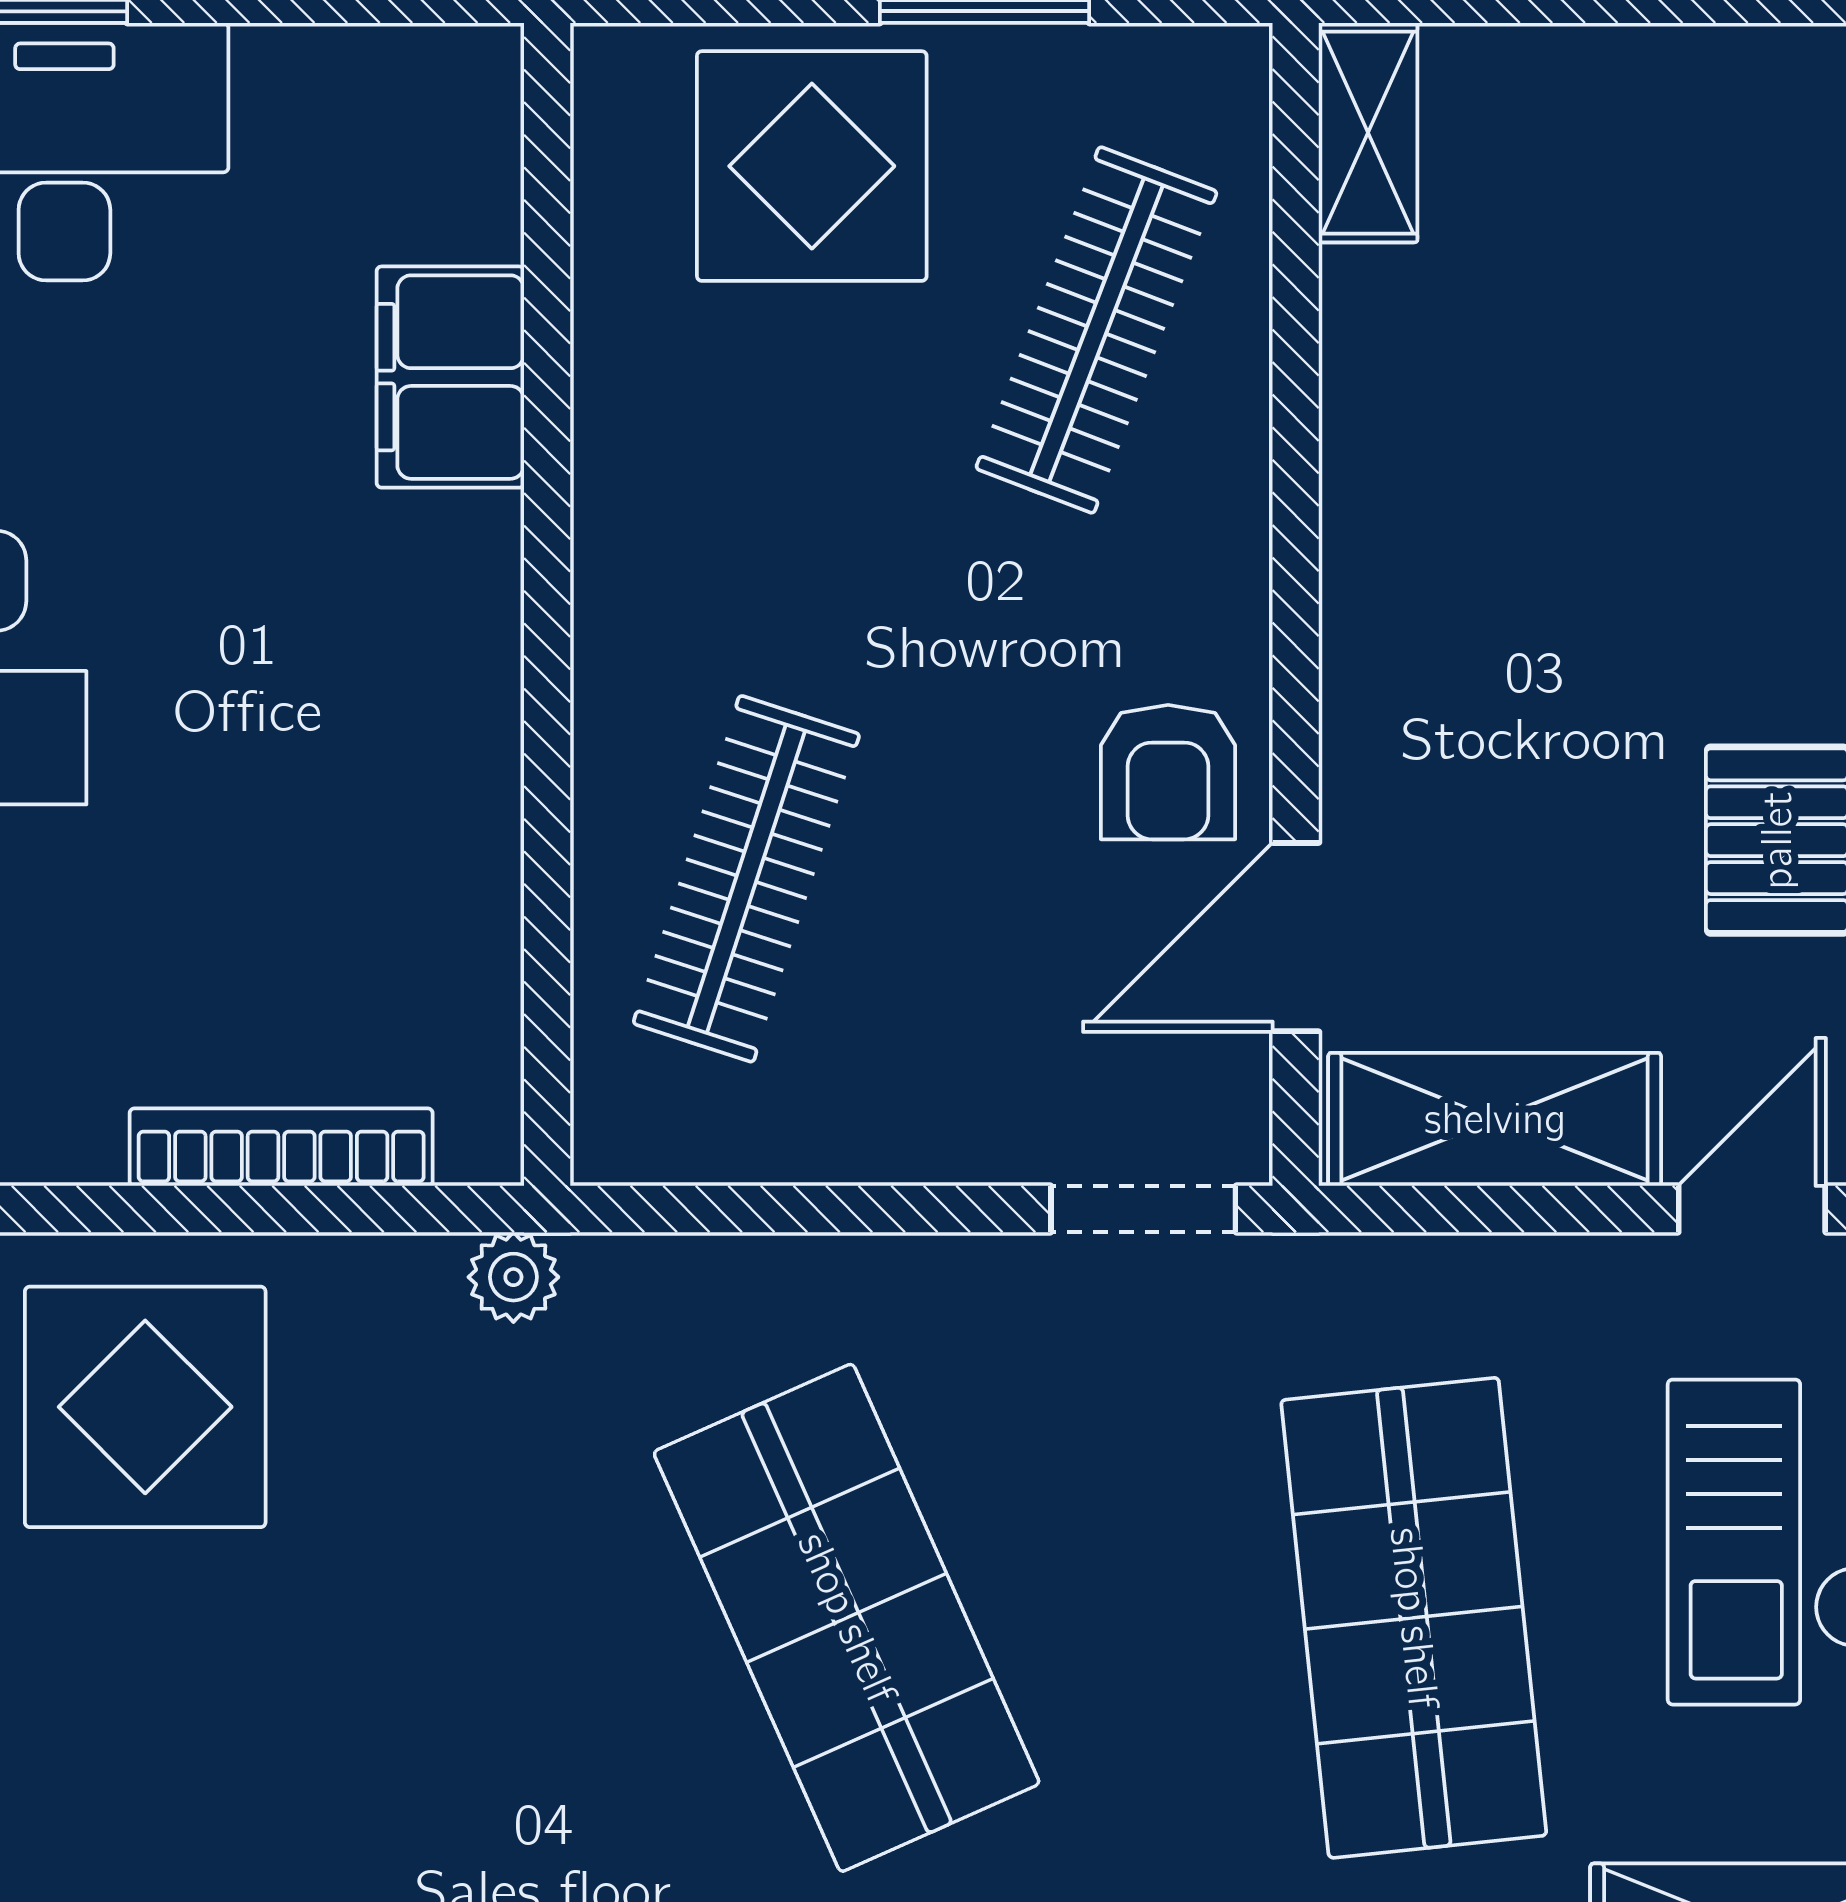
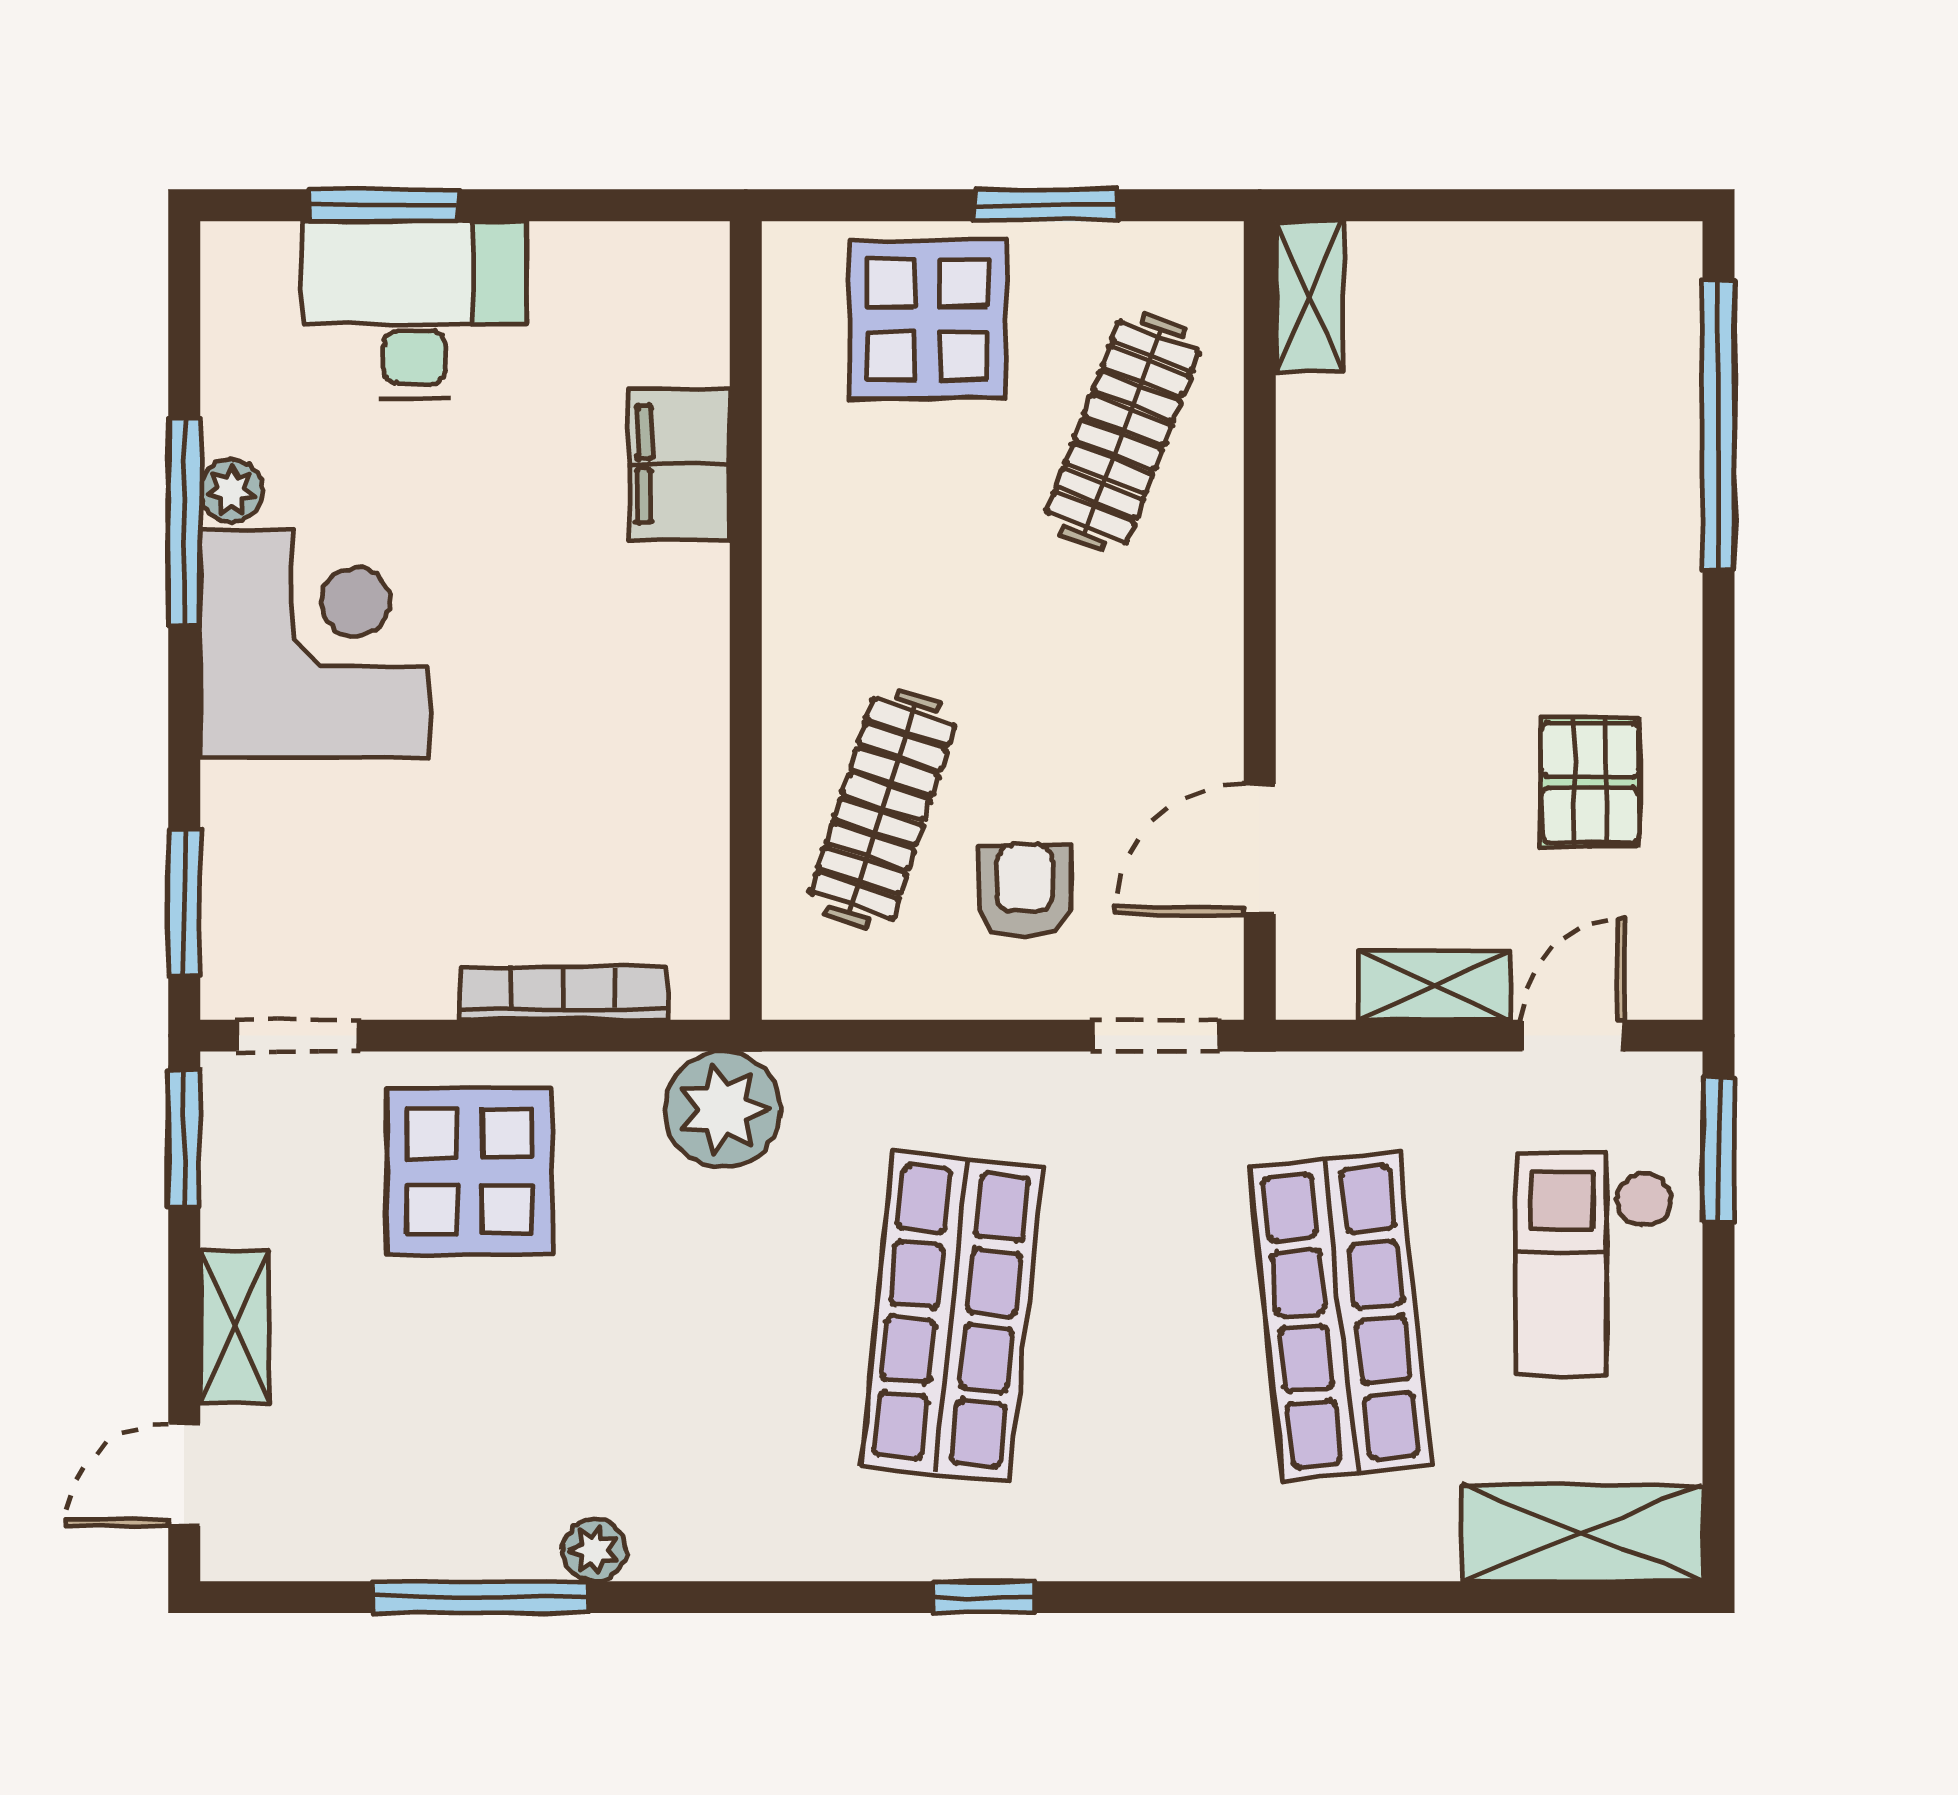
armchair: (1168, 772) -> (1025, 891), moved, turned 180
shelving: (1495, 1119) -> (1434, 985), width x0.67, depth x0.75
plant: (513, 1277) -> (723, 1109), width x1.88, depth x1.88
shop shelf: (847, 1618) -> (951, 1316), turned 30

